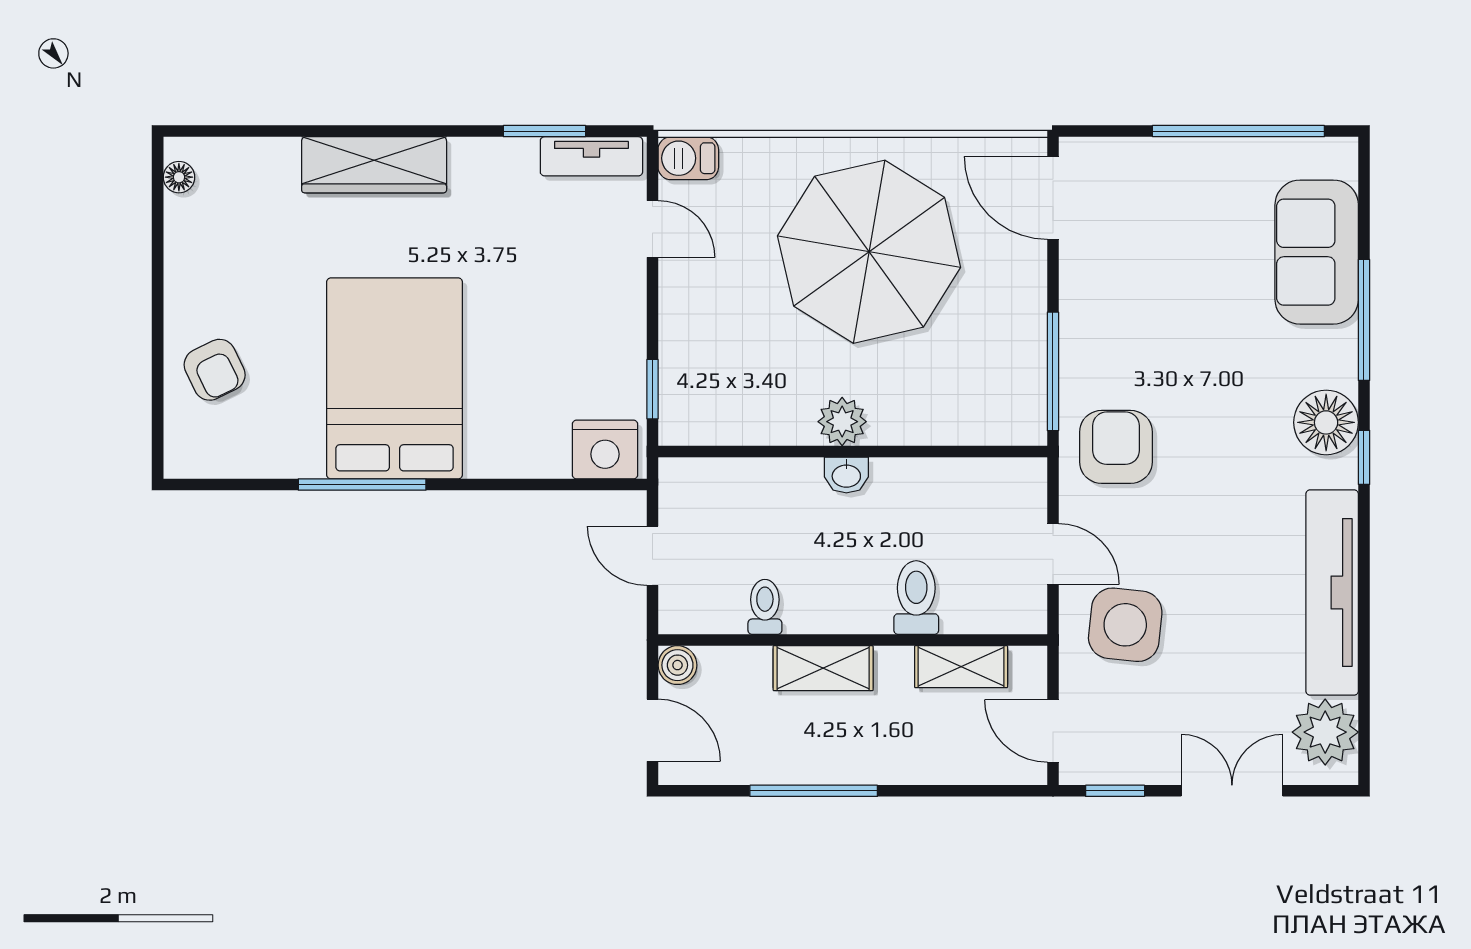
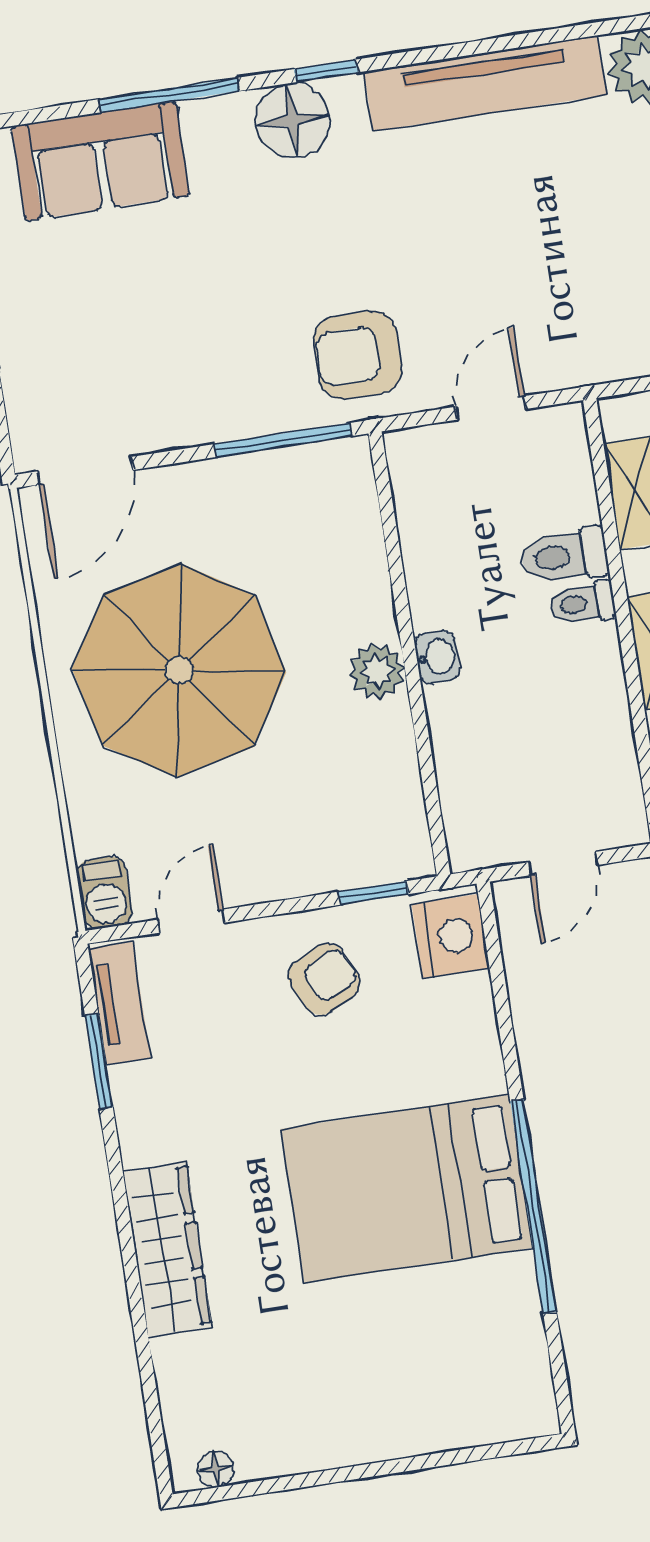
armchair: (215, 370) -> (324, 979), moved
window: (362, 485) -> (533, 1207), width x1.46
toilet: (765, 607) -> (583, 603), moved
side table: (1125, 625) -> (559, 313), removed

